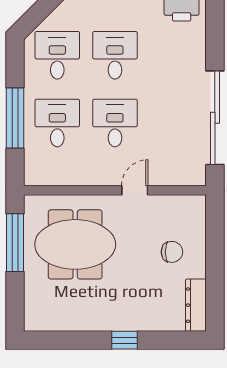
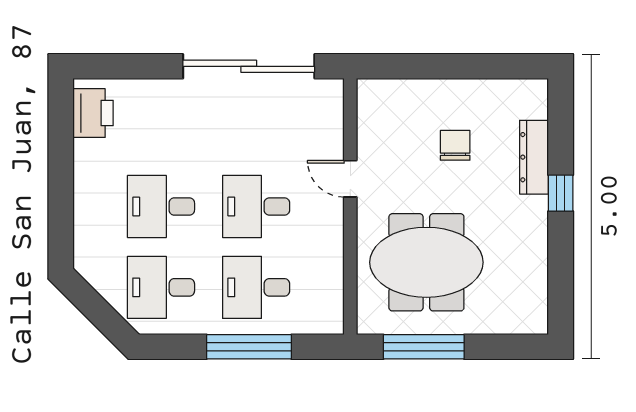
meeting table: (75, 244) -> (426, 262), turned 90
chair: (172, 252) -> (455, 145), moved
dresser: (196, 305) -> (534, 157), moved, turned 90

